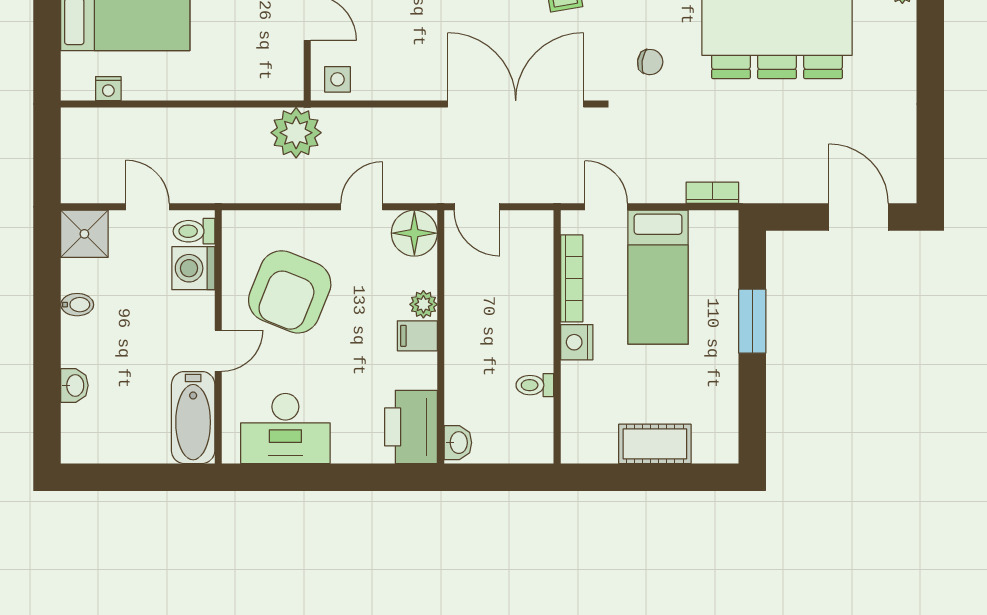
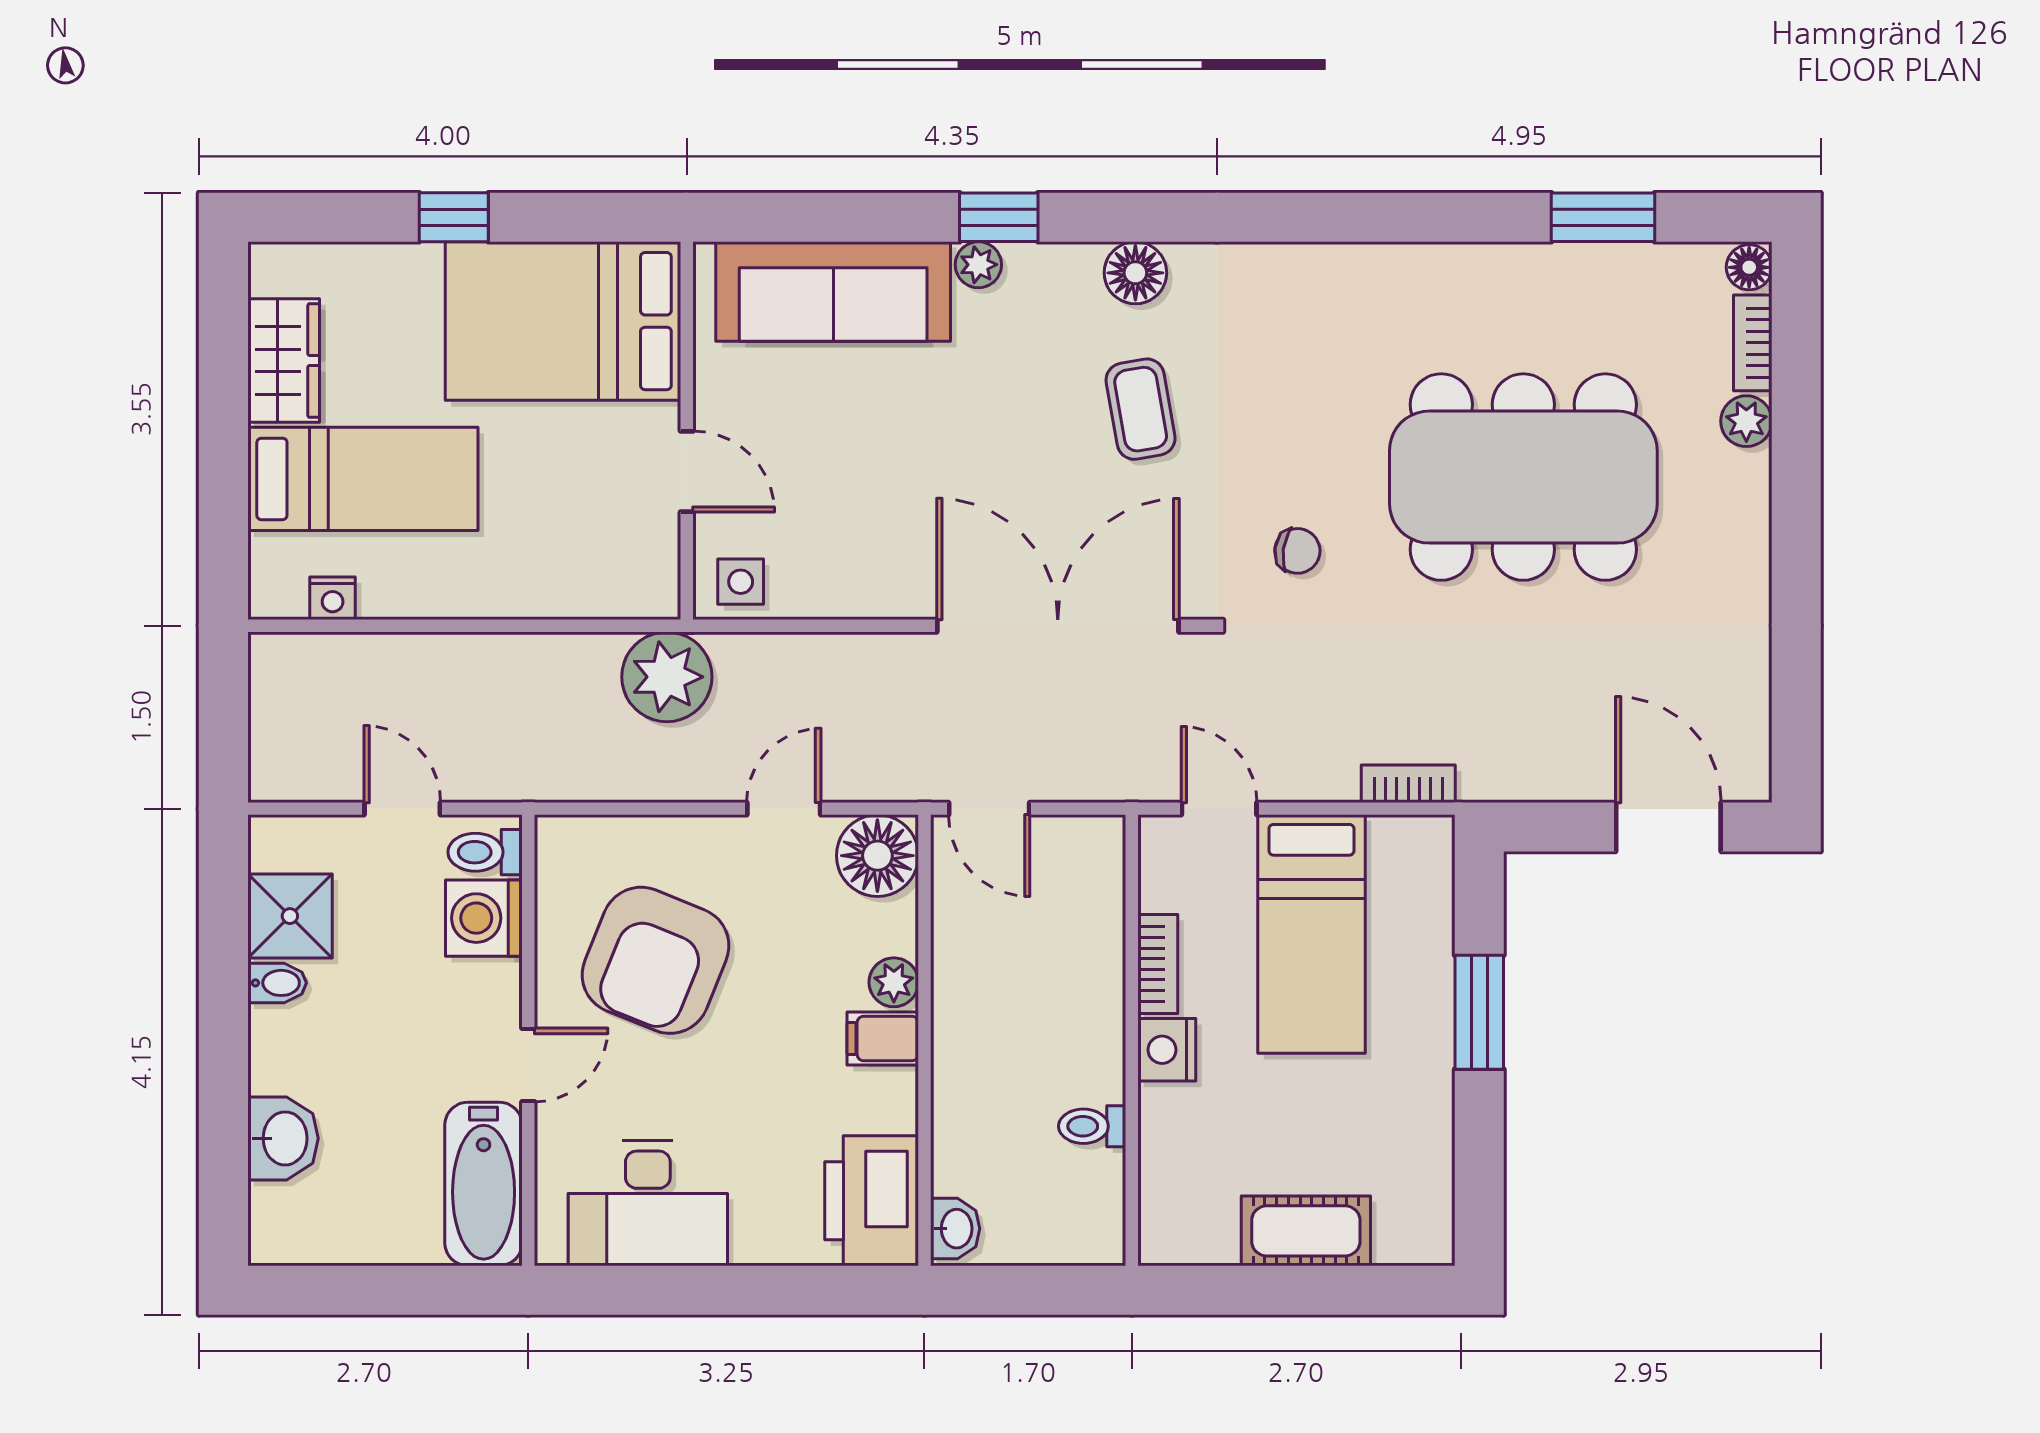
shower: (84, 234) -> (290, 916), moved
bookcase: (572, 278) -> (1158, 964), width x0.64
washbasin: (74, 385) -> (283, 1138), width x1.38, depth x1.45

